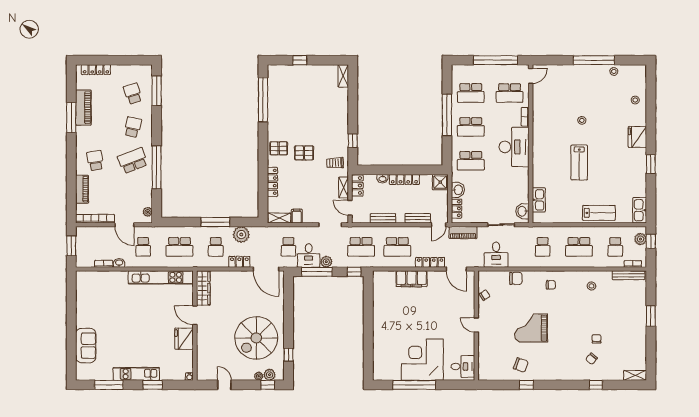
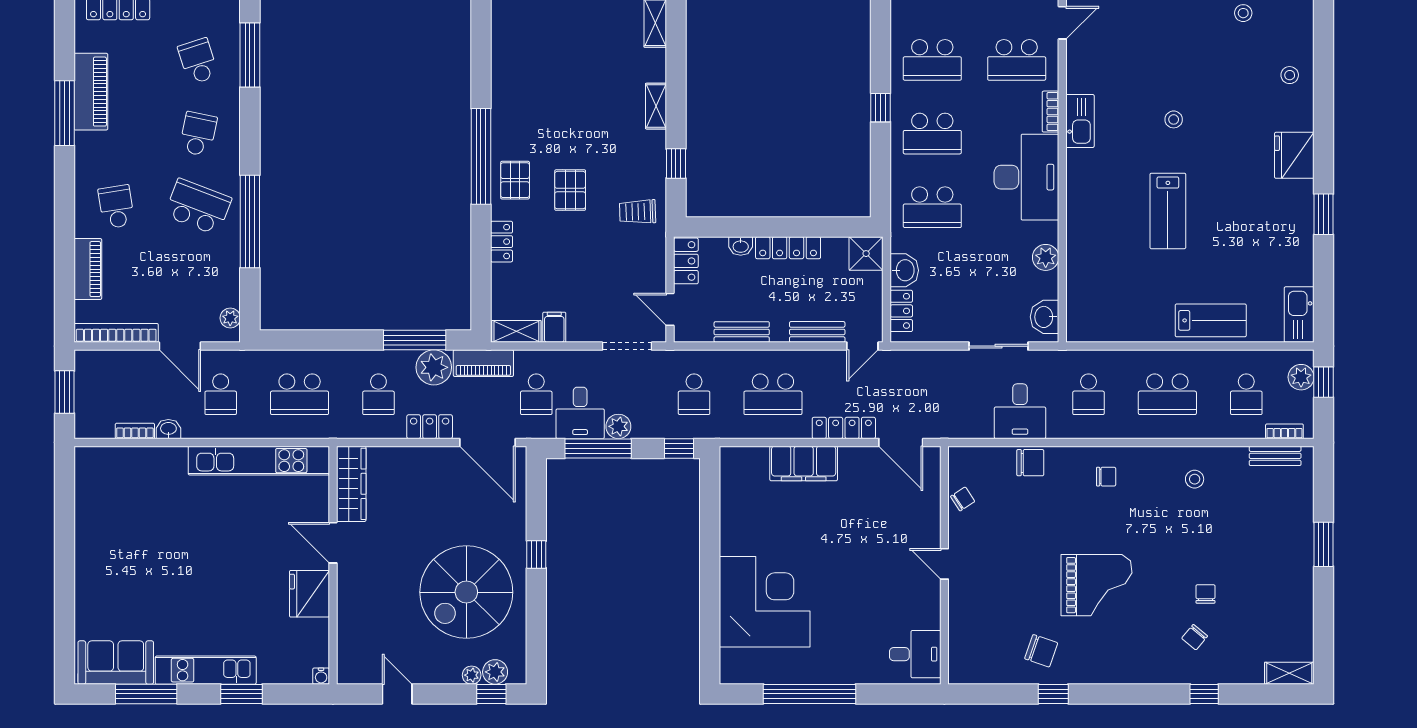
window: (263, 100) -> (481, 156), moved
window: (447, 115) -> (881, 108), width x0.32
pallet: (279, 148) -> (515, 180), turned 90
pallet: (304, 153) -> (570, 190), turned 90
school desk: (133, 161) -> (198, 207), turned 42
locker: (272, 182) -> (502, 242), width x0.66
plant: (523, 184) -> (1046, 257), added
shelving: (344, 187) -> (656, 106), moved
kitchen sink: (539, 200) -> (1080, 121), moved
window: (215, 222) -> (415, 340), moved
piano: (463, 233) -> (483, 363), moved
school desk: (361, 247) -> (694, 394), width x0.54
desk: (496, 255) -> (1020, 411), moved
bench: (629, 275) -> (1275, 456), width x0.73
grand piano: (531, 328) -> (1096, 585), moved, turned 180
sofa: (86, 346) -> (116, 663), moved, turned -90
window: (288, 355) -> (536, 555), moved
corner desk: (422, 360) -> (765, 602), moved, turned 90

